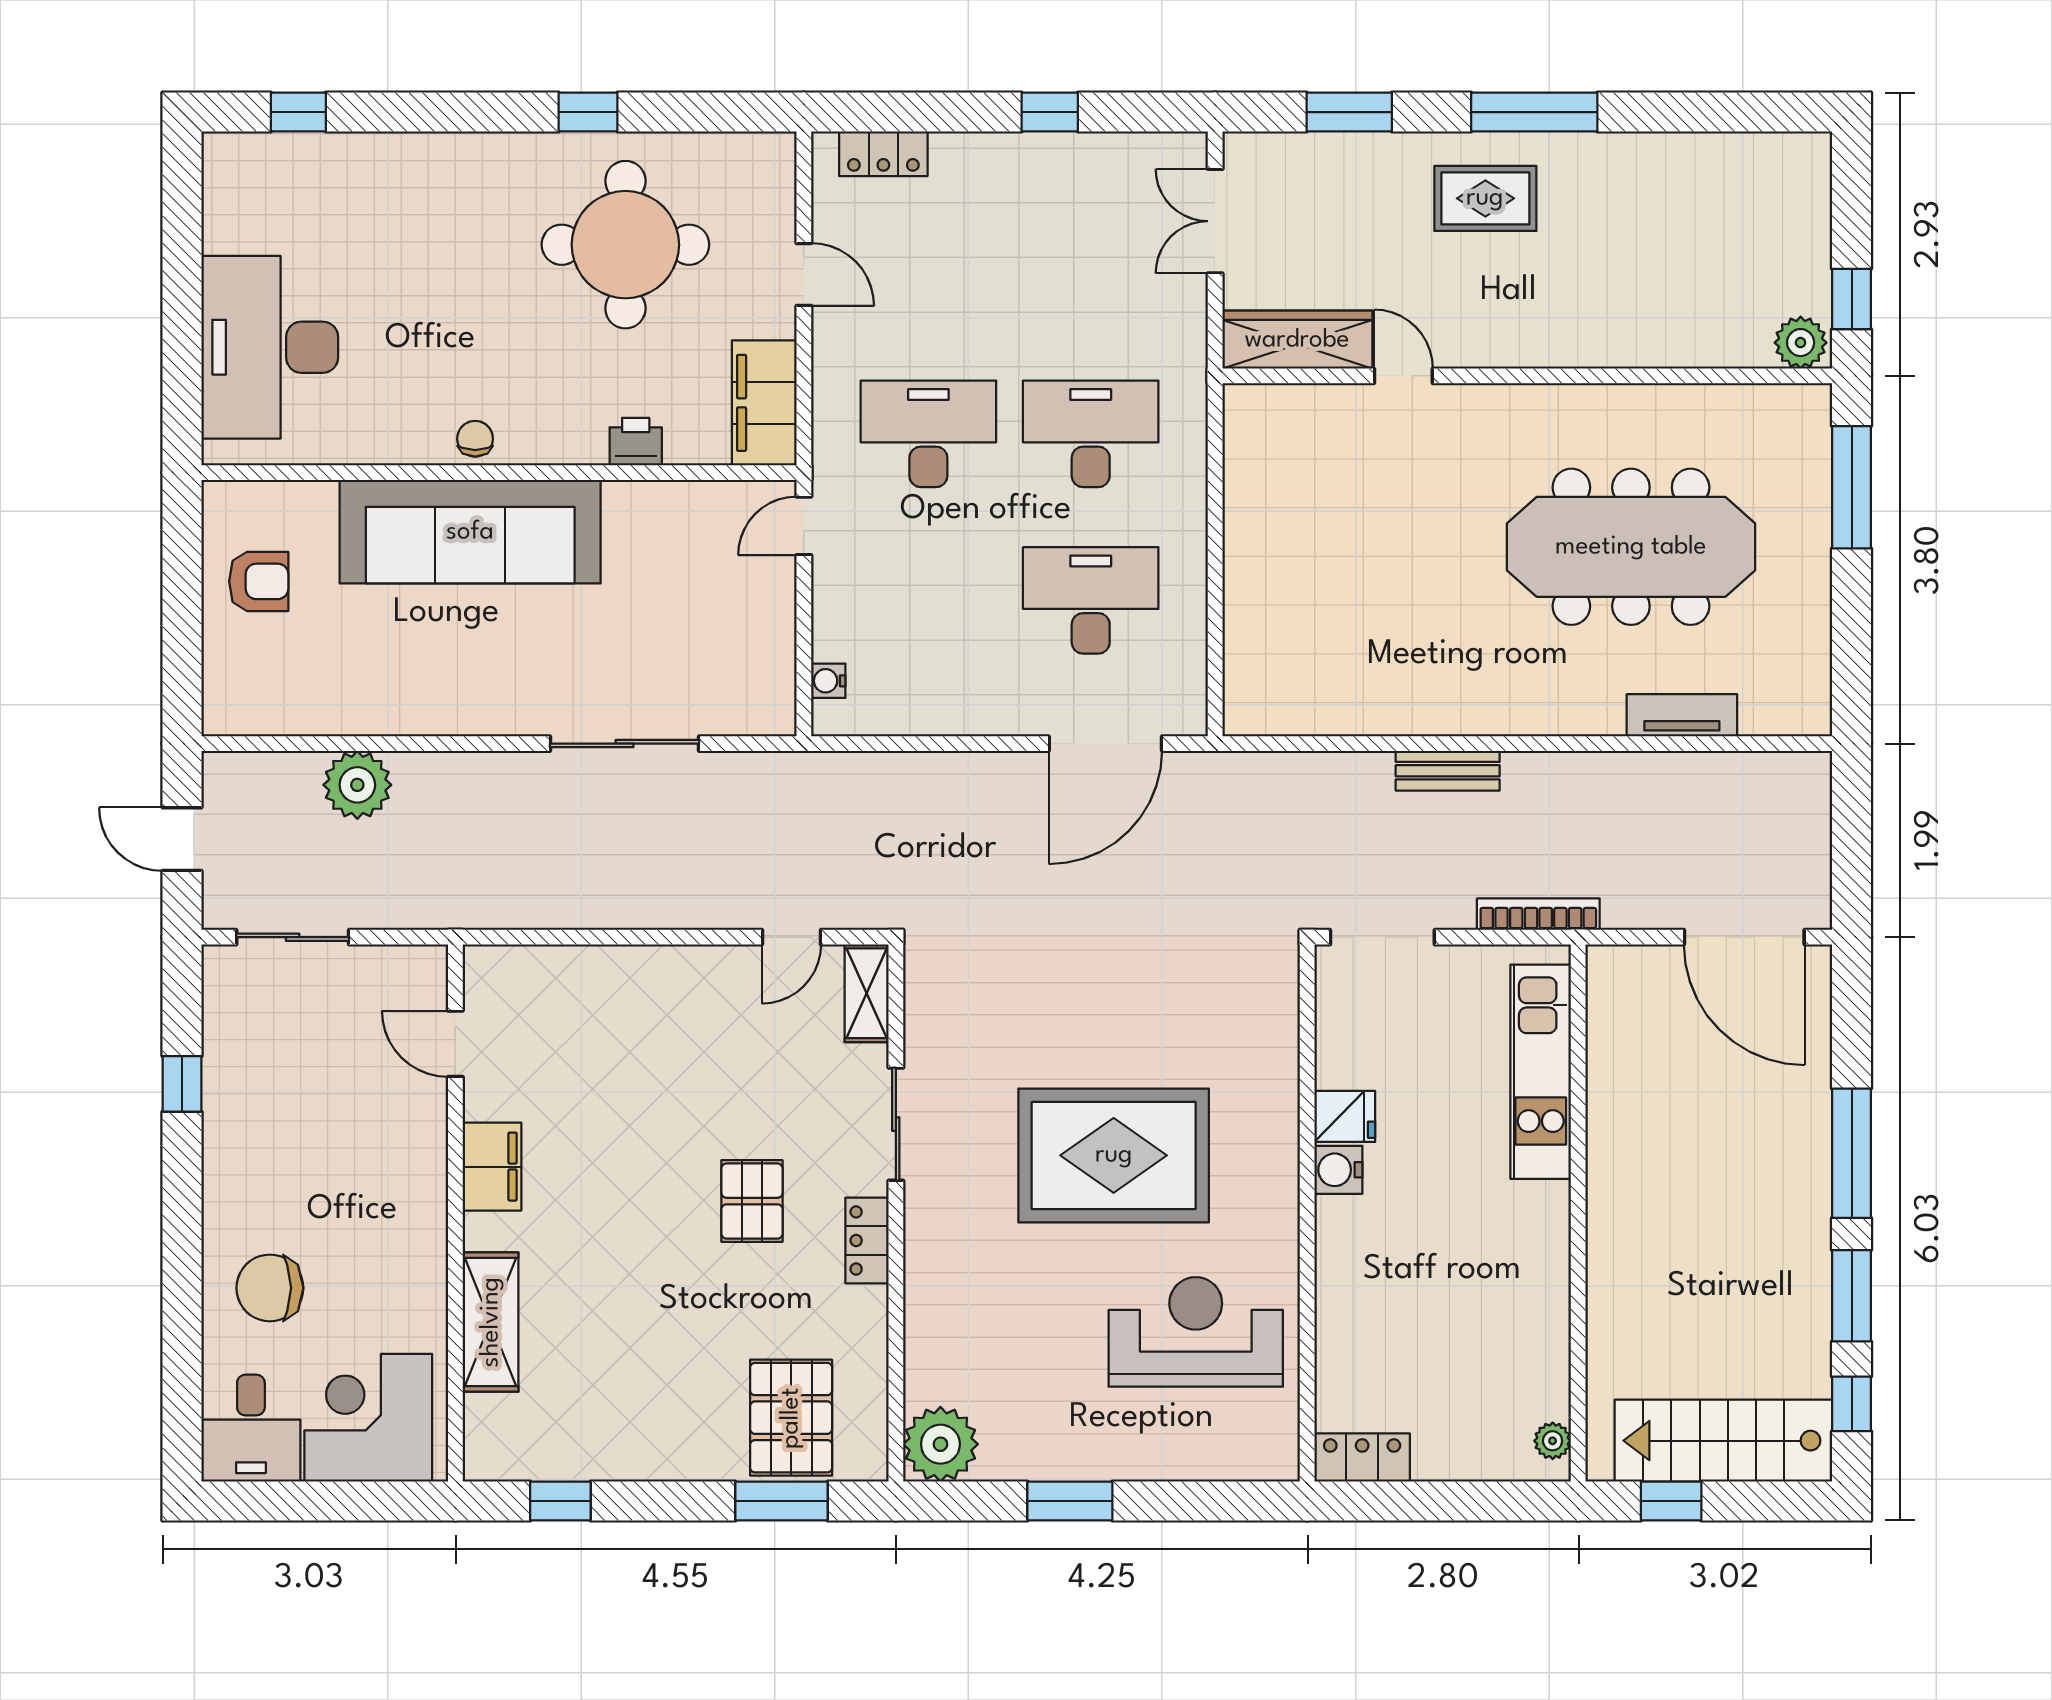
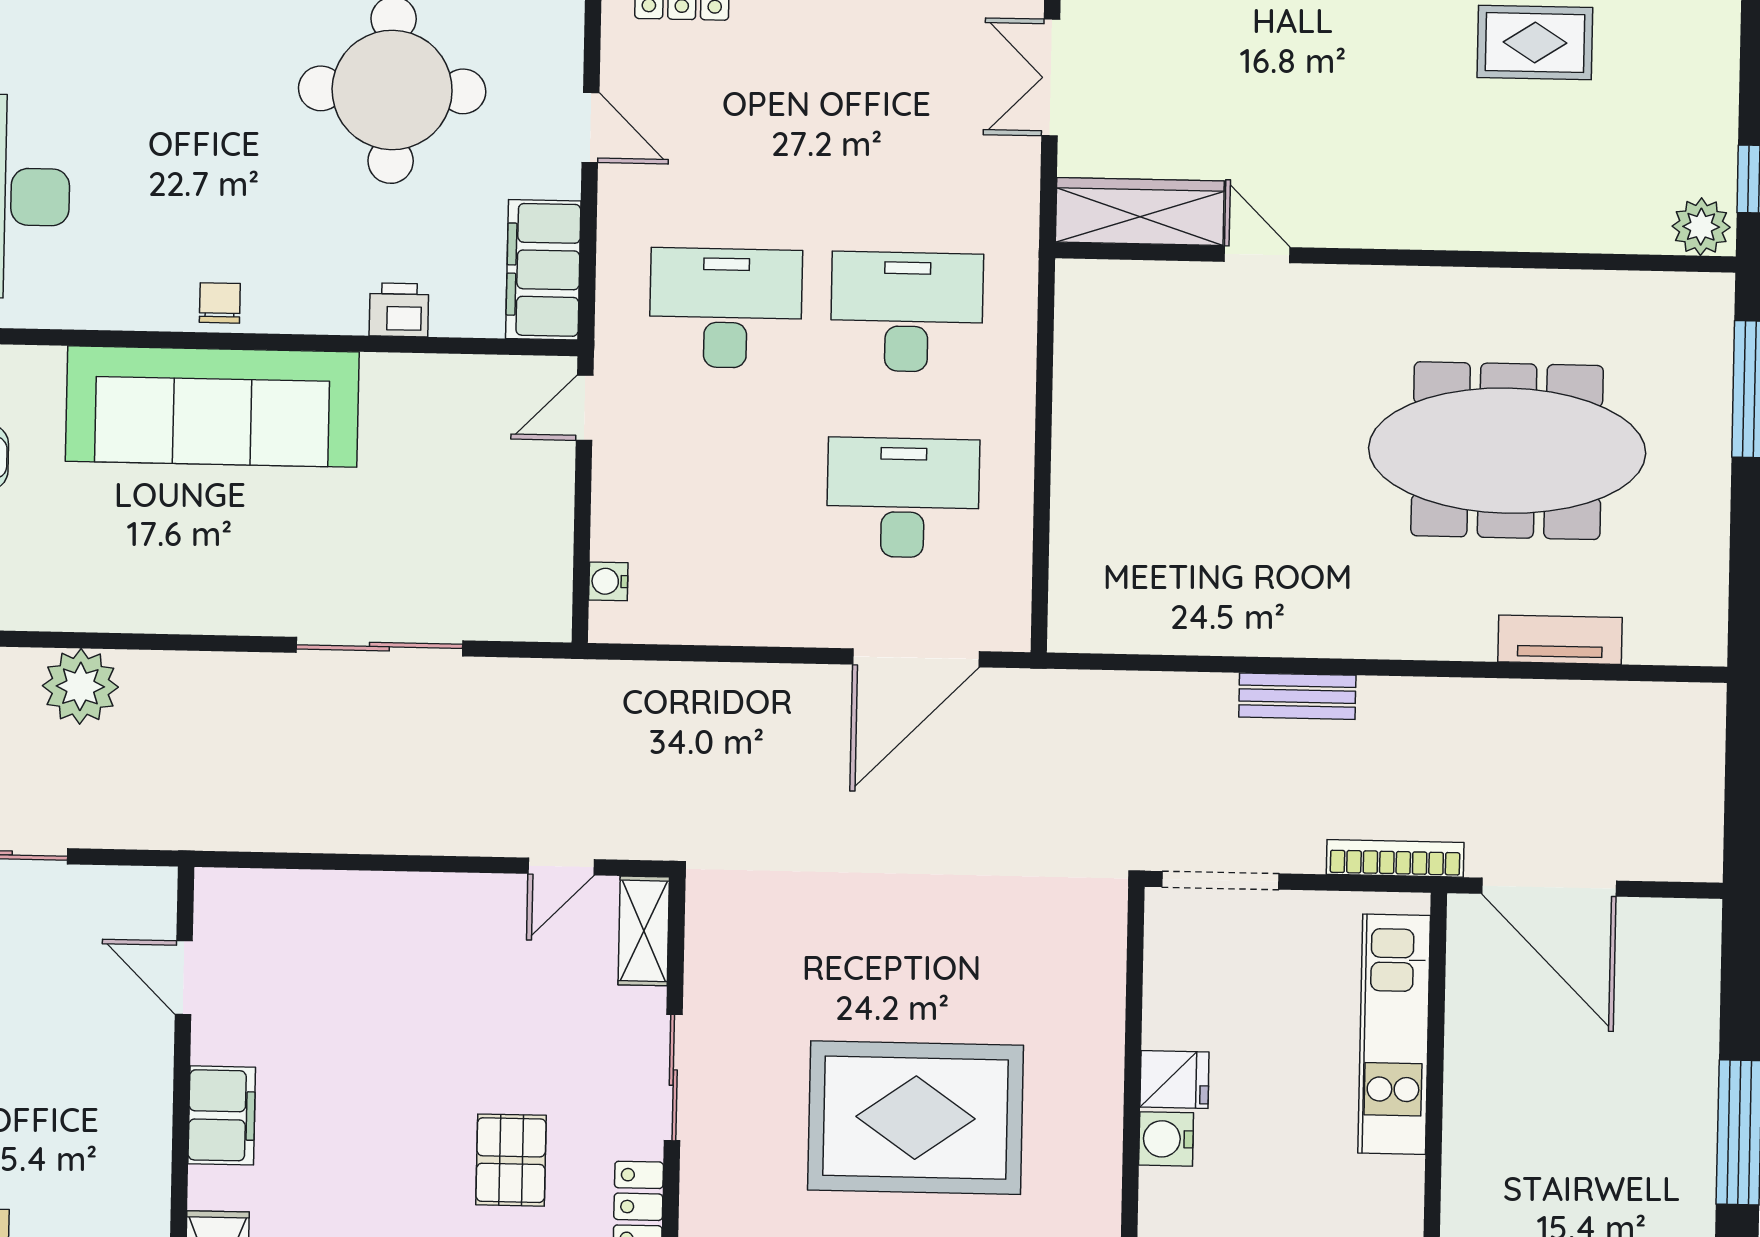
rug: (1485, 198) -> (1535, 43), moved
door: (1744, 937) -> (1549, 887), moved

